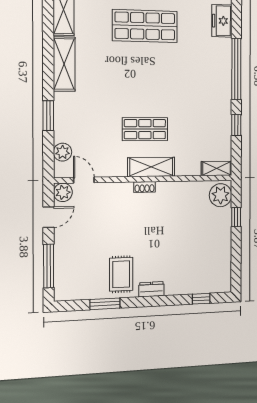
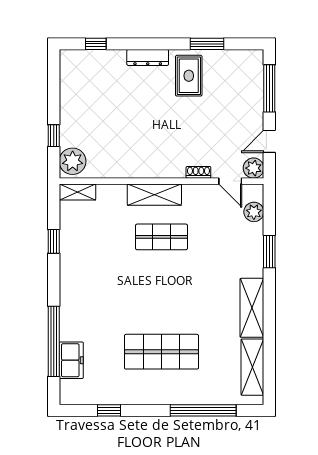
window: (236, 69) -> (54, 341), moved
shoe rack: (145, 187) -> (198, 172), moved
dresser: (151, 289) -> (148, 57), width x1.44

